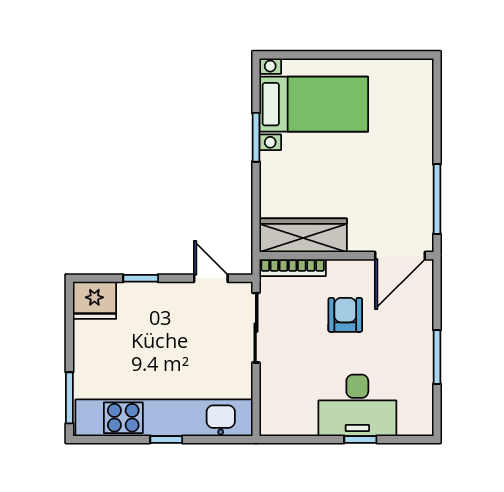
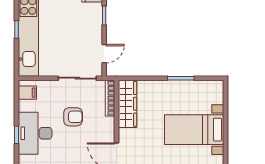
bed with nightstands: (314, 104) -> (194, 130), moved, turned 90
armchair: (345, 315) -> (73, 117), moved
filing cabinet: (283, 419) -> (27, 93), added

